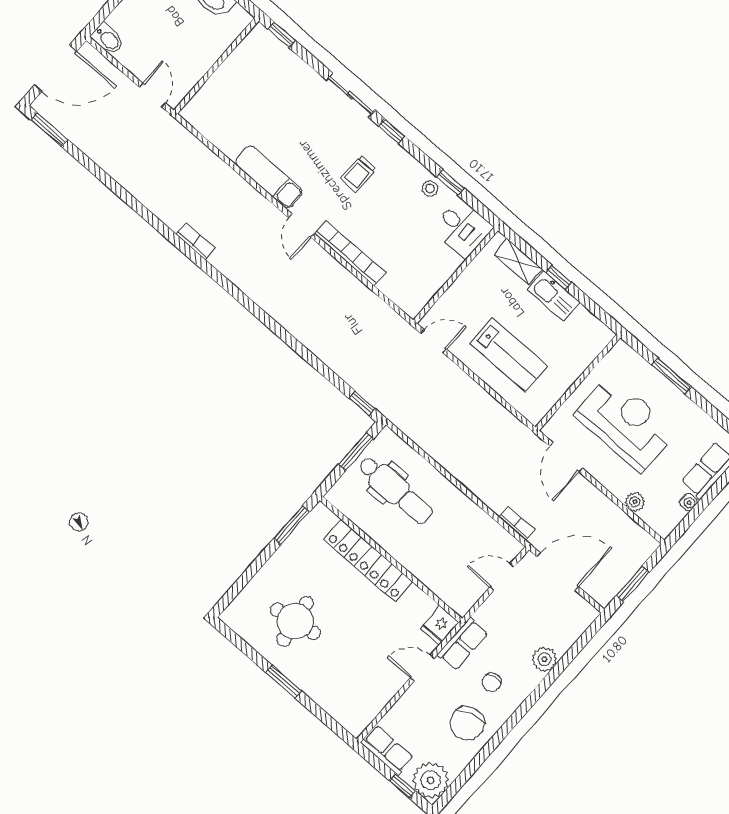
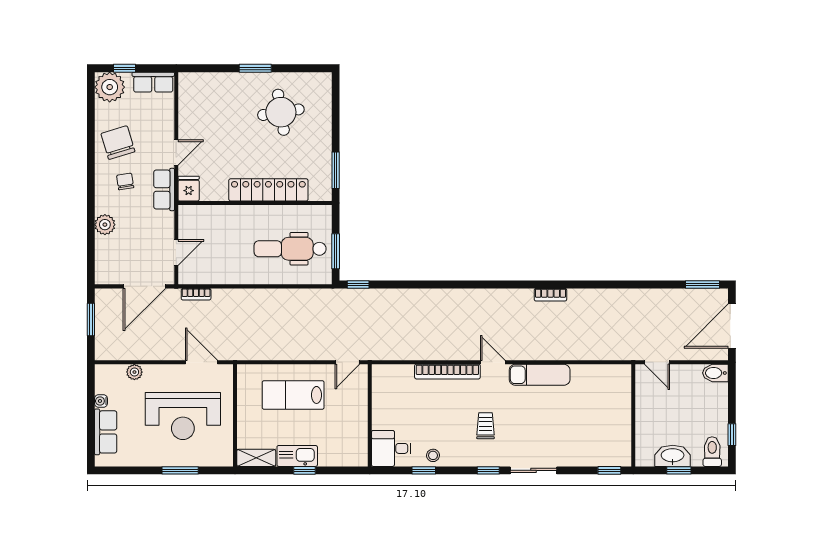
shelving: (518, 262) -> (256, 458), moved

